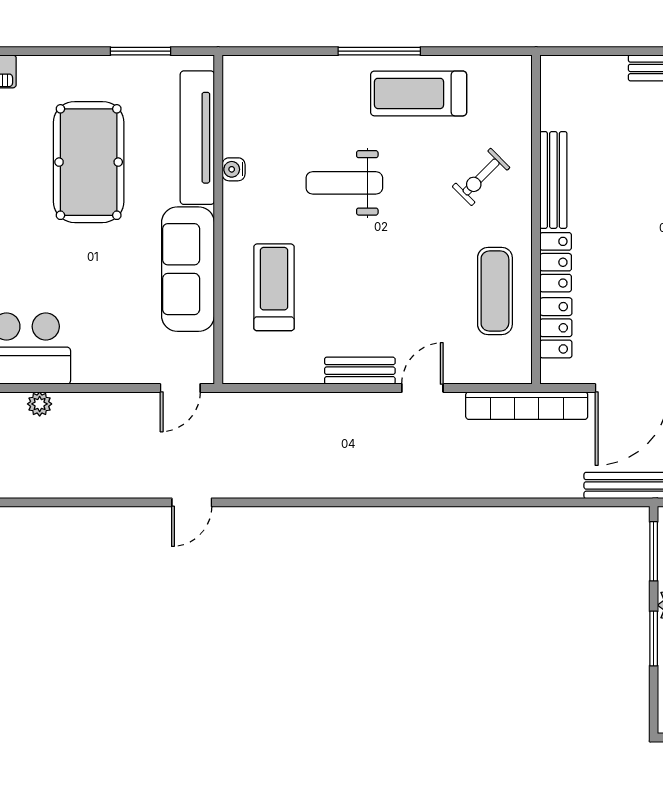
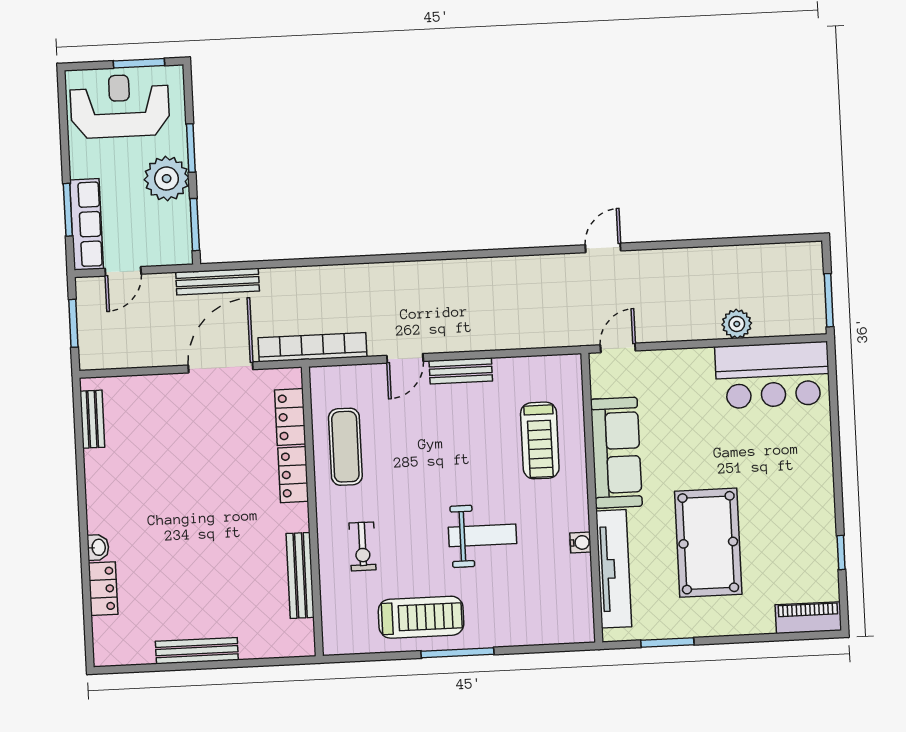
exercise bike: (481, 177) -> (362, 546), turned 135
bench: (553, 180) -> (300, 575), moved
plant: (40, 404) -> (737, 324), width x1.38, depth x1.38

